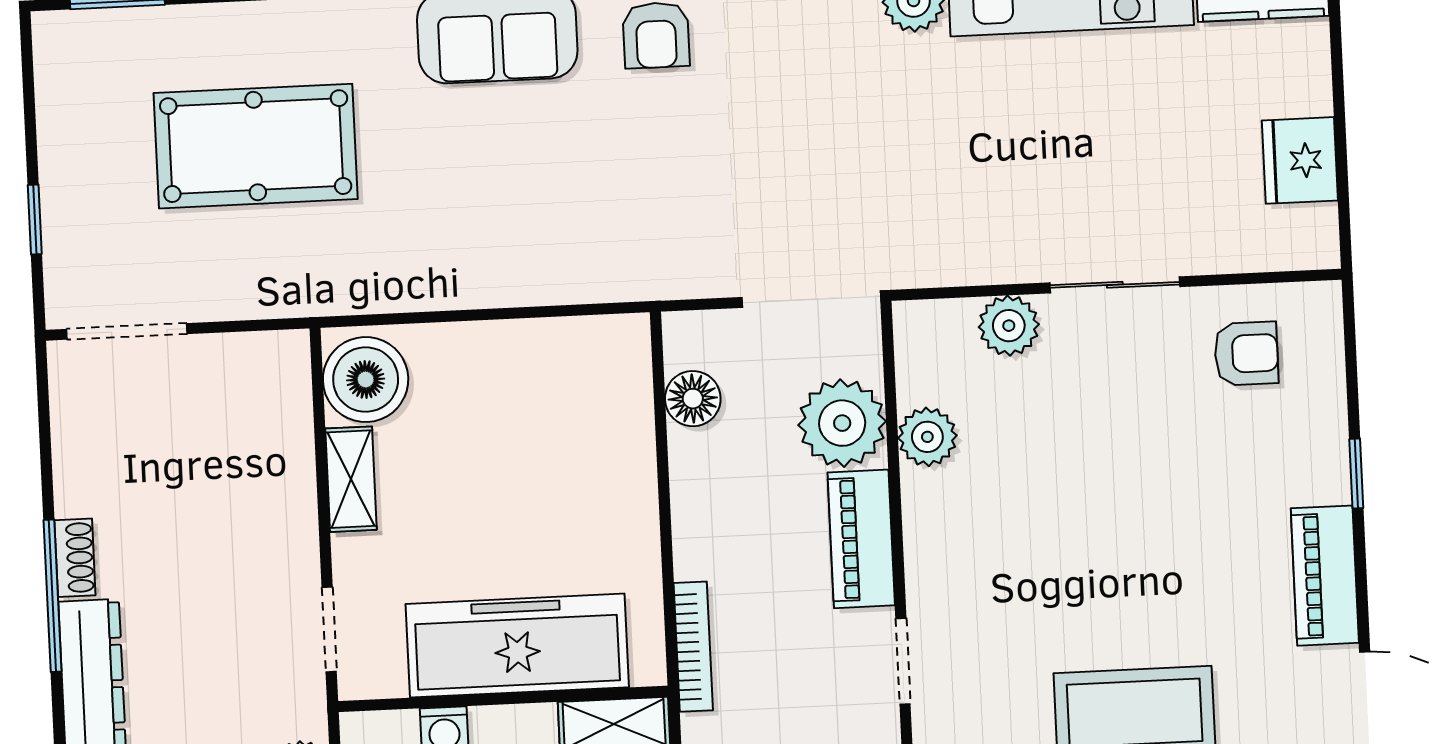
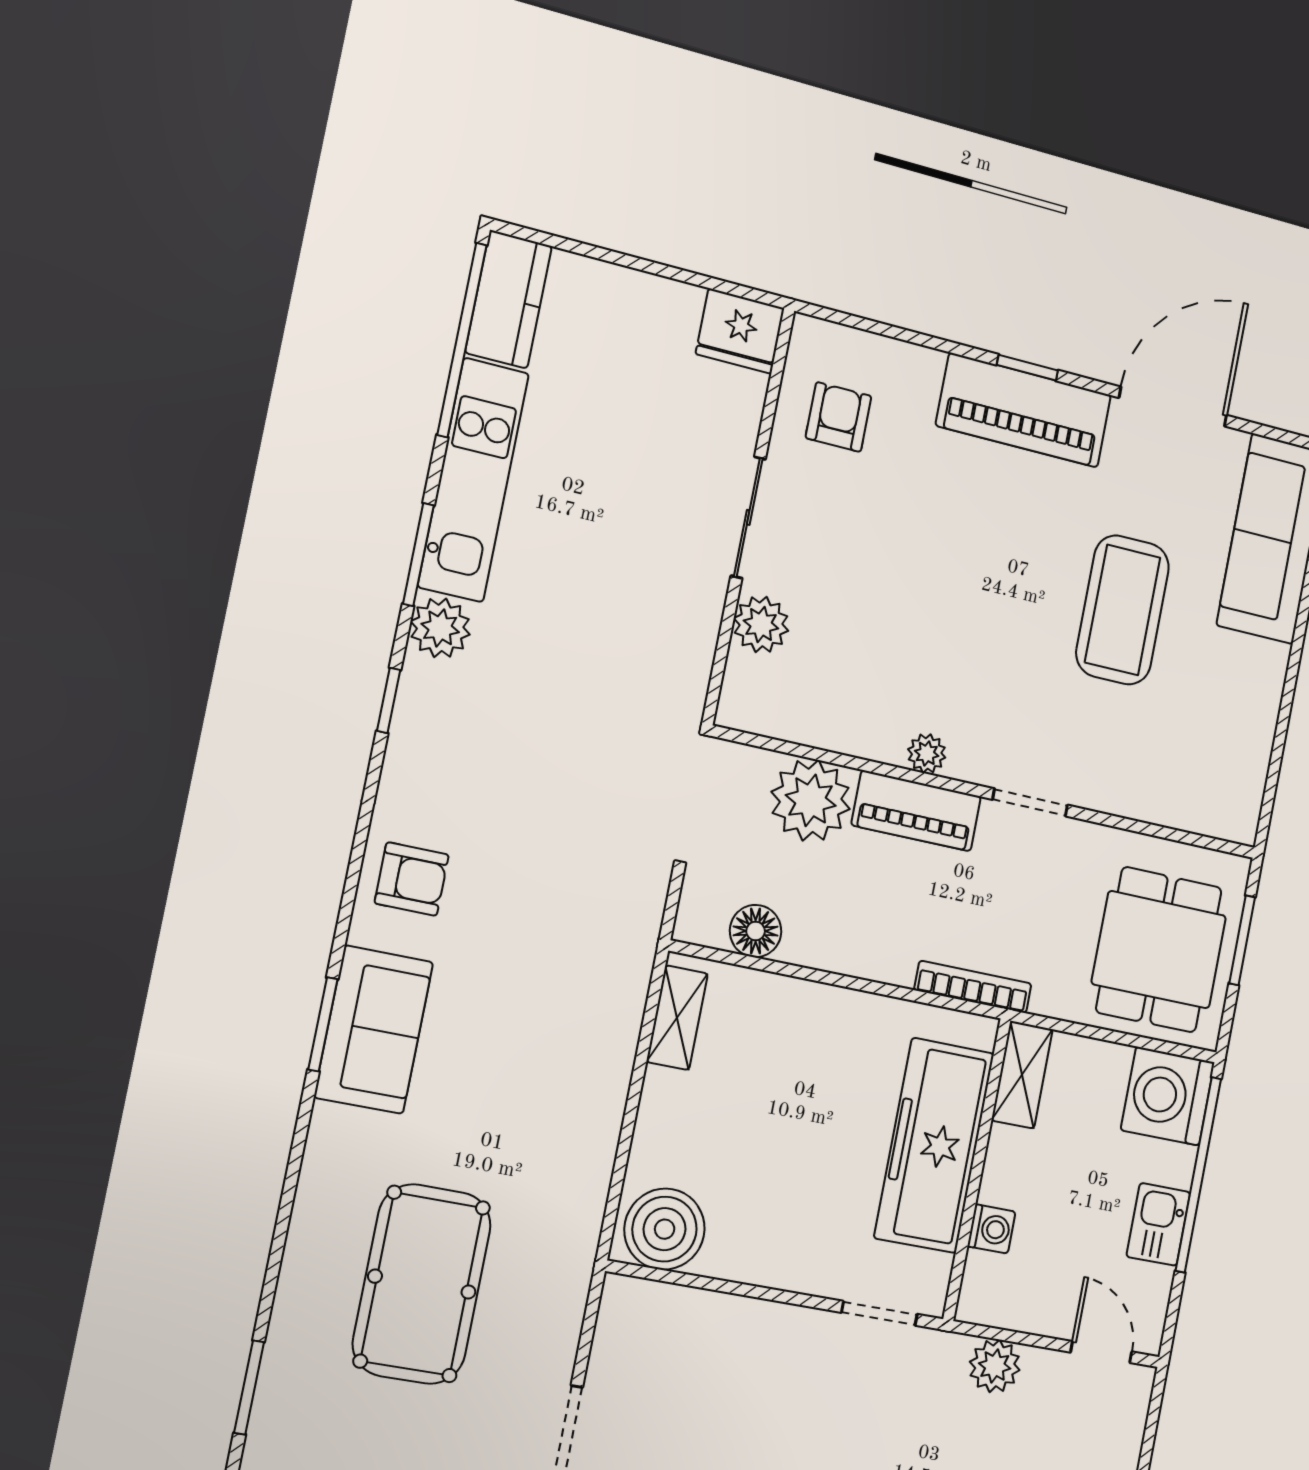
fridge: (1300, 160) -> (740, 331), moved
plant: (927, 437) -> (927, 753), moved, width x0.73, depth x0.73
window: (1356, 474) -> (1027, 368), moved
shelving: (351, 479) -> (677, 1018), moved, turned 90
piano: (1325, 576) -> (1024, 410), width x1.37, depth x1.33

